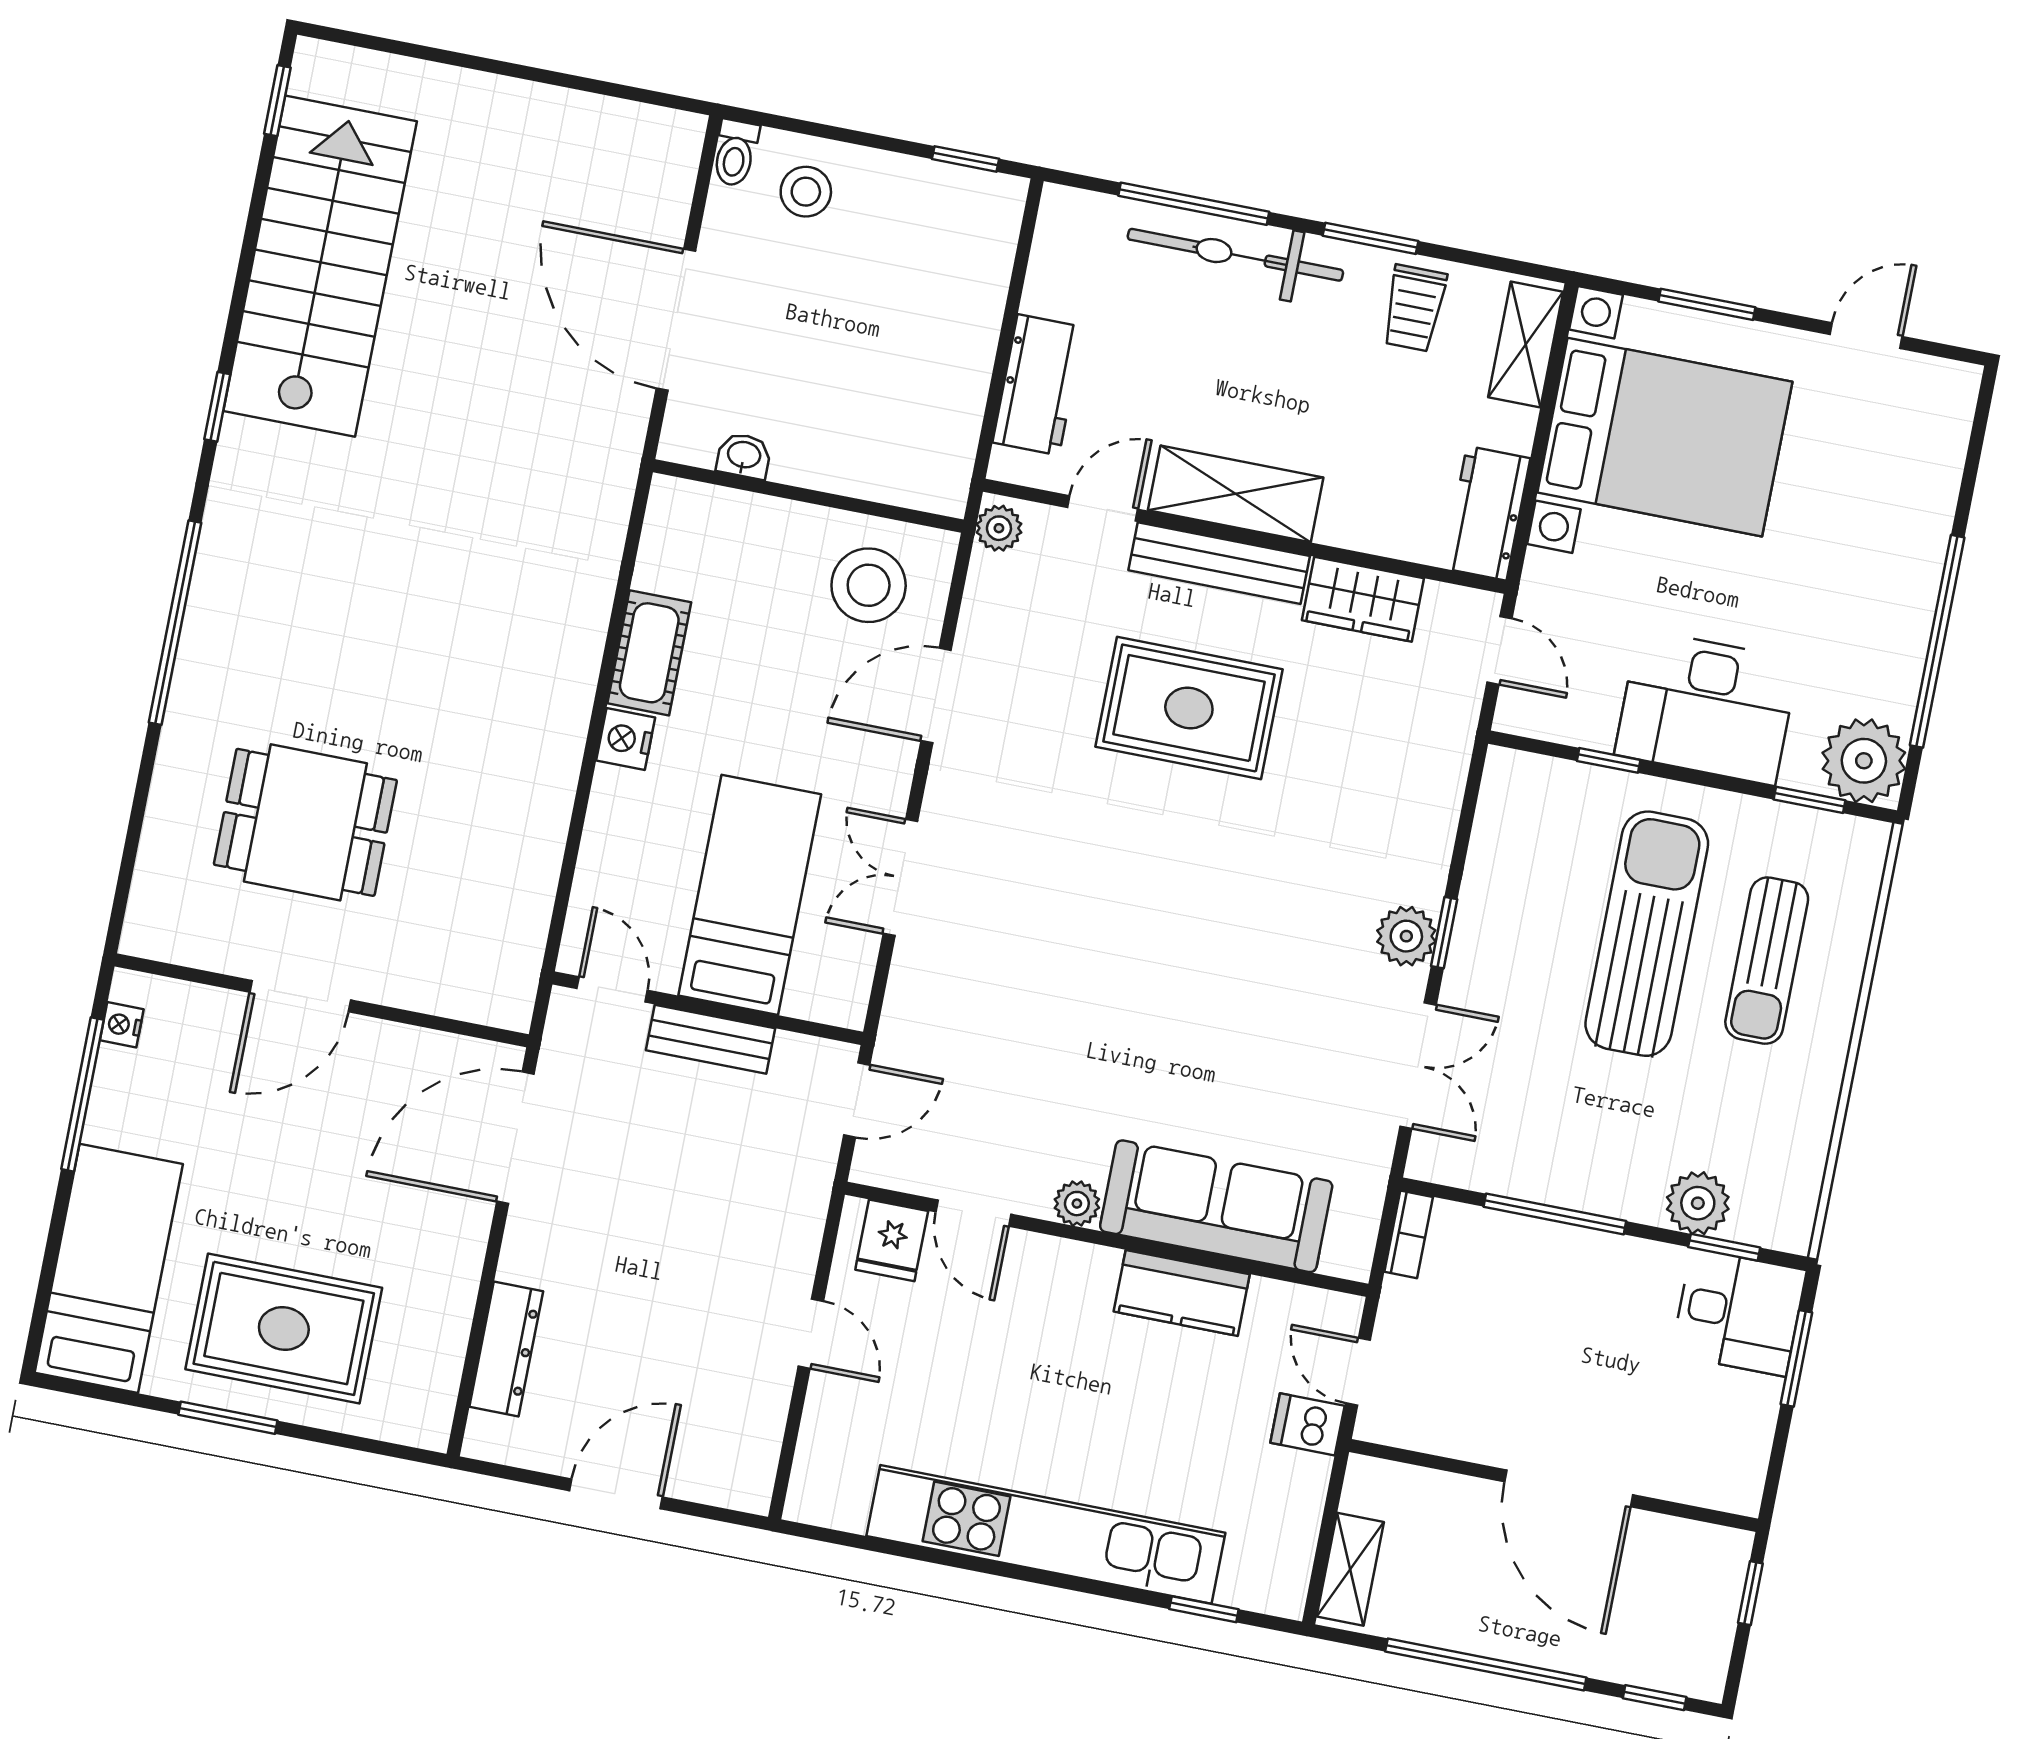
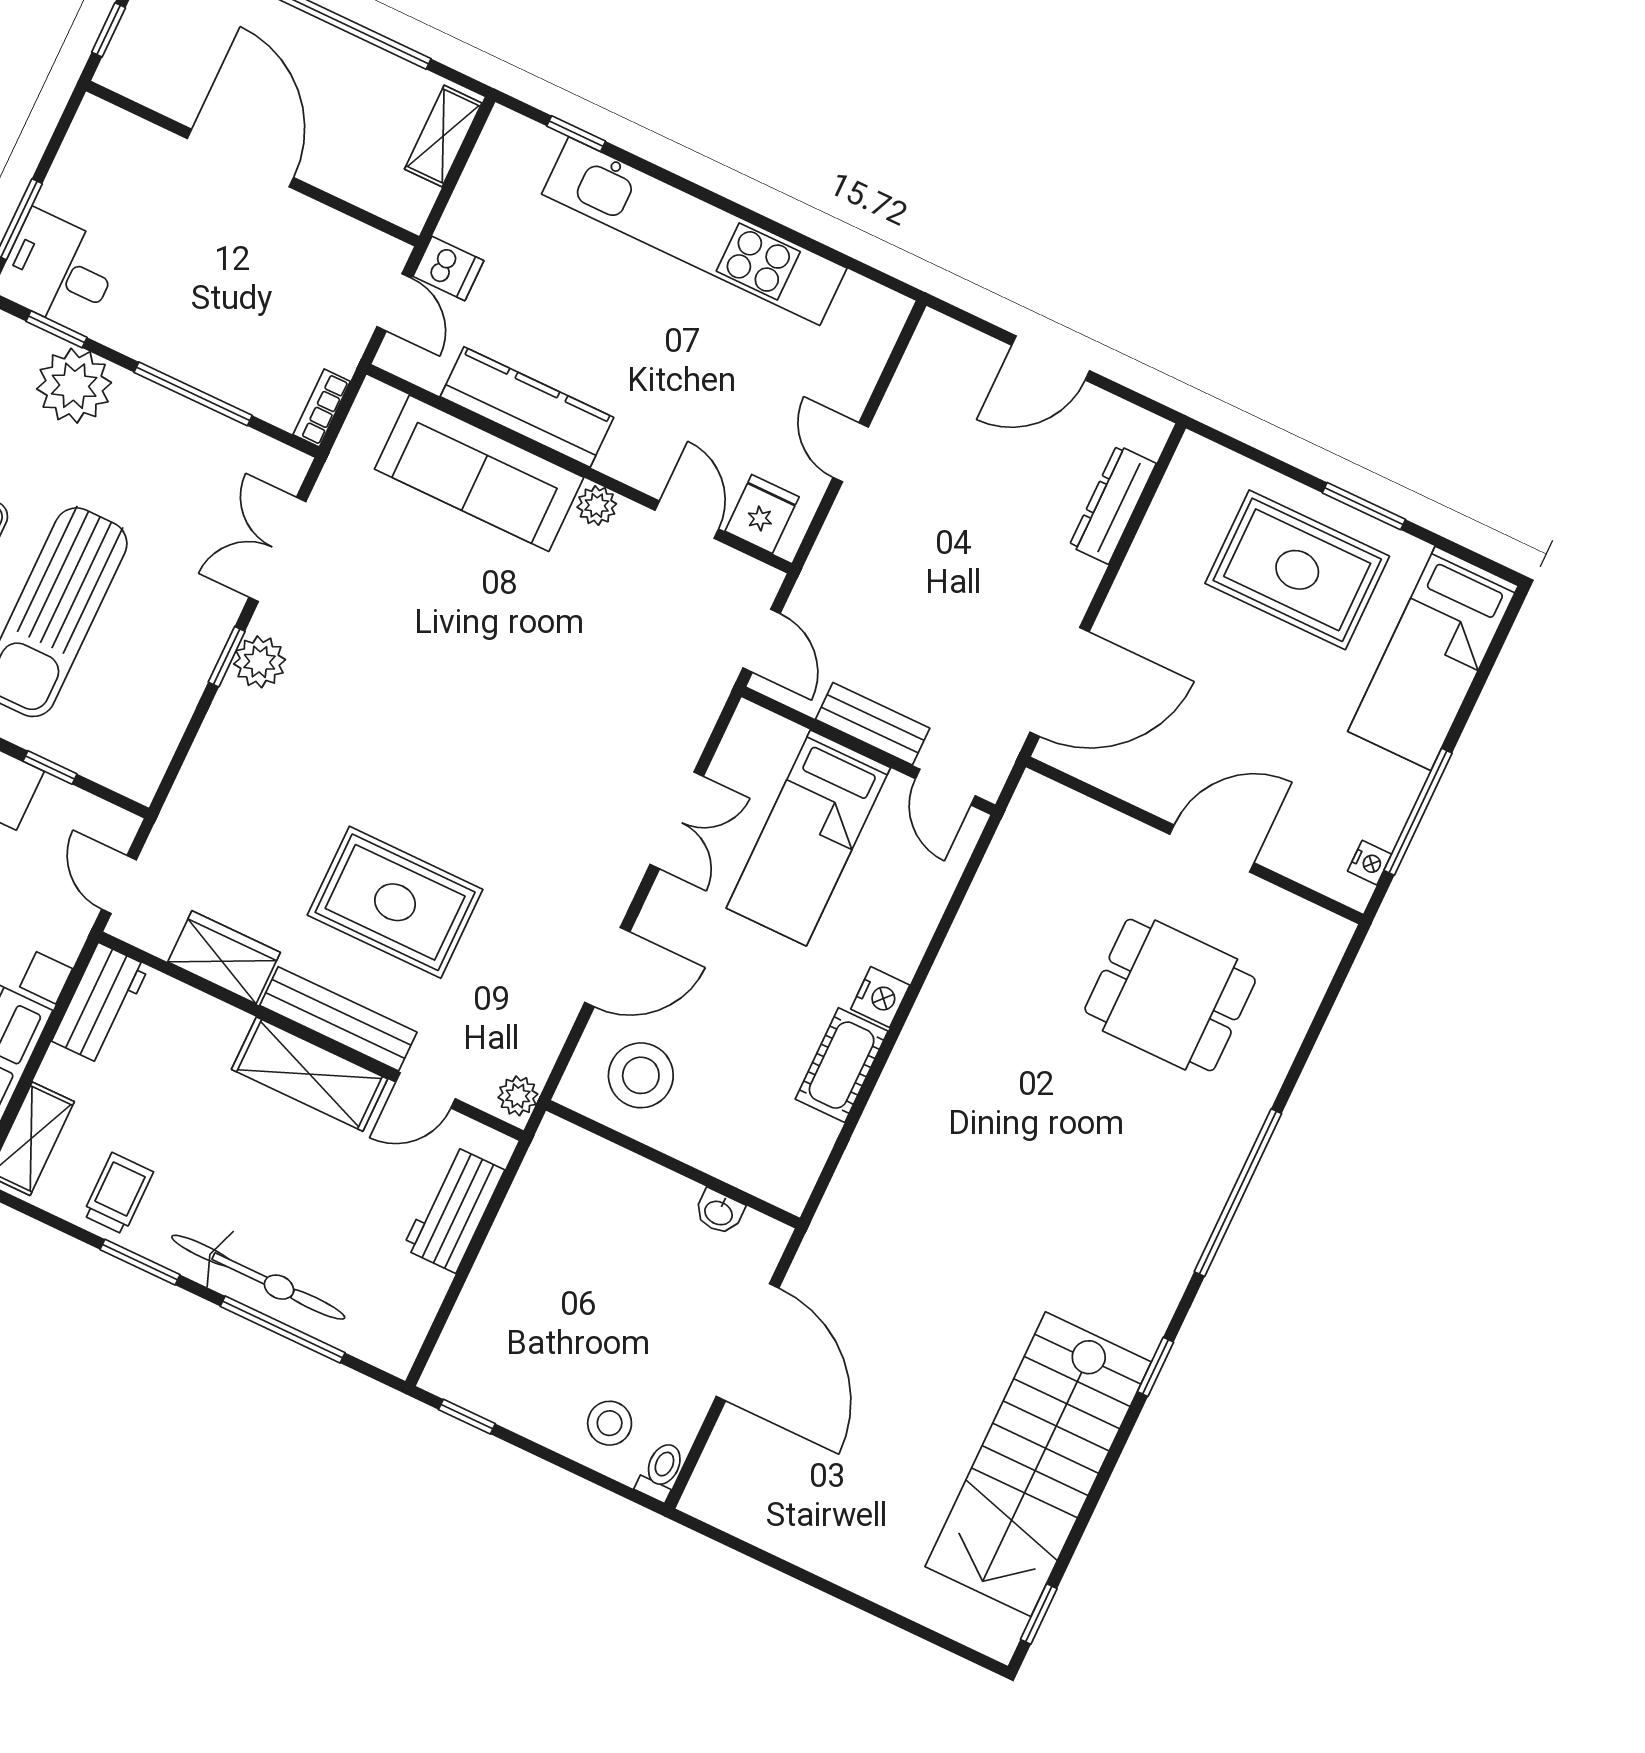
door: (857, 1100) -> (762, 641), swing flipped
plant: (1698, 1203) -> (74, 386), width x1.36, depth x1.36
kitchen counter: (1182, 1293) -> (527, 407), width x1.50

